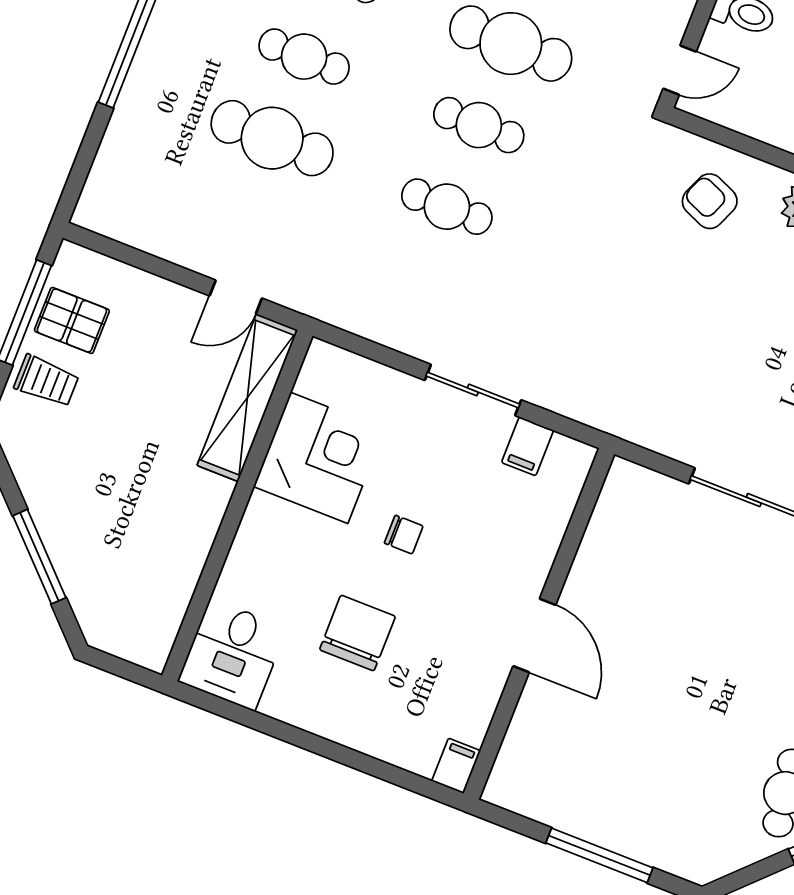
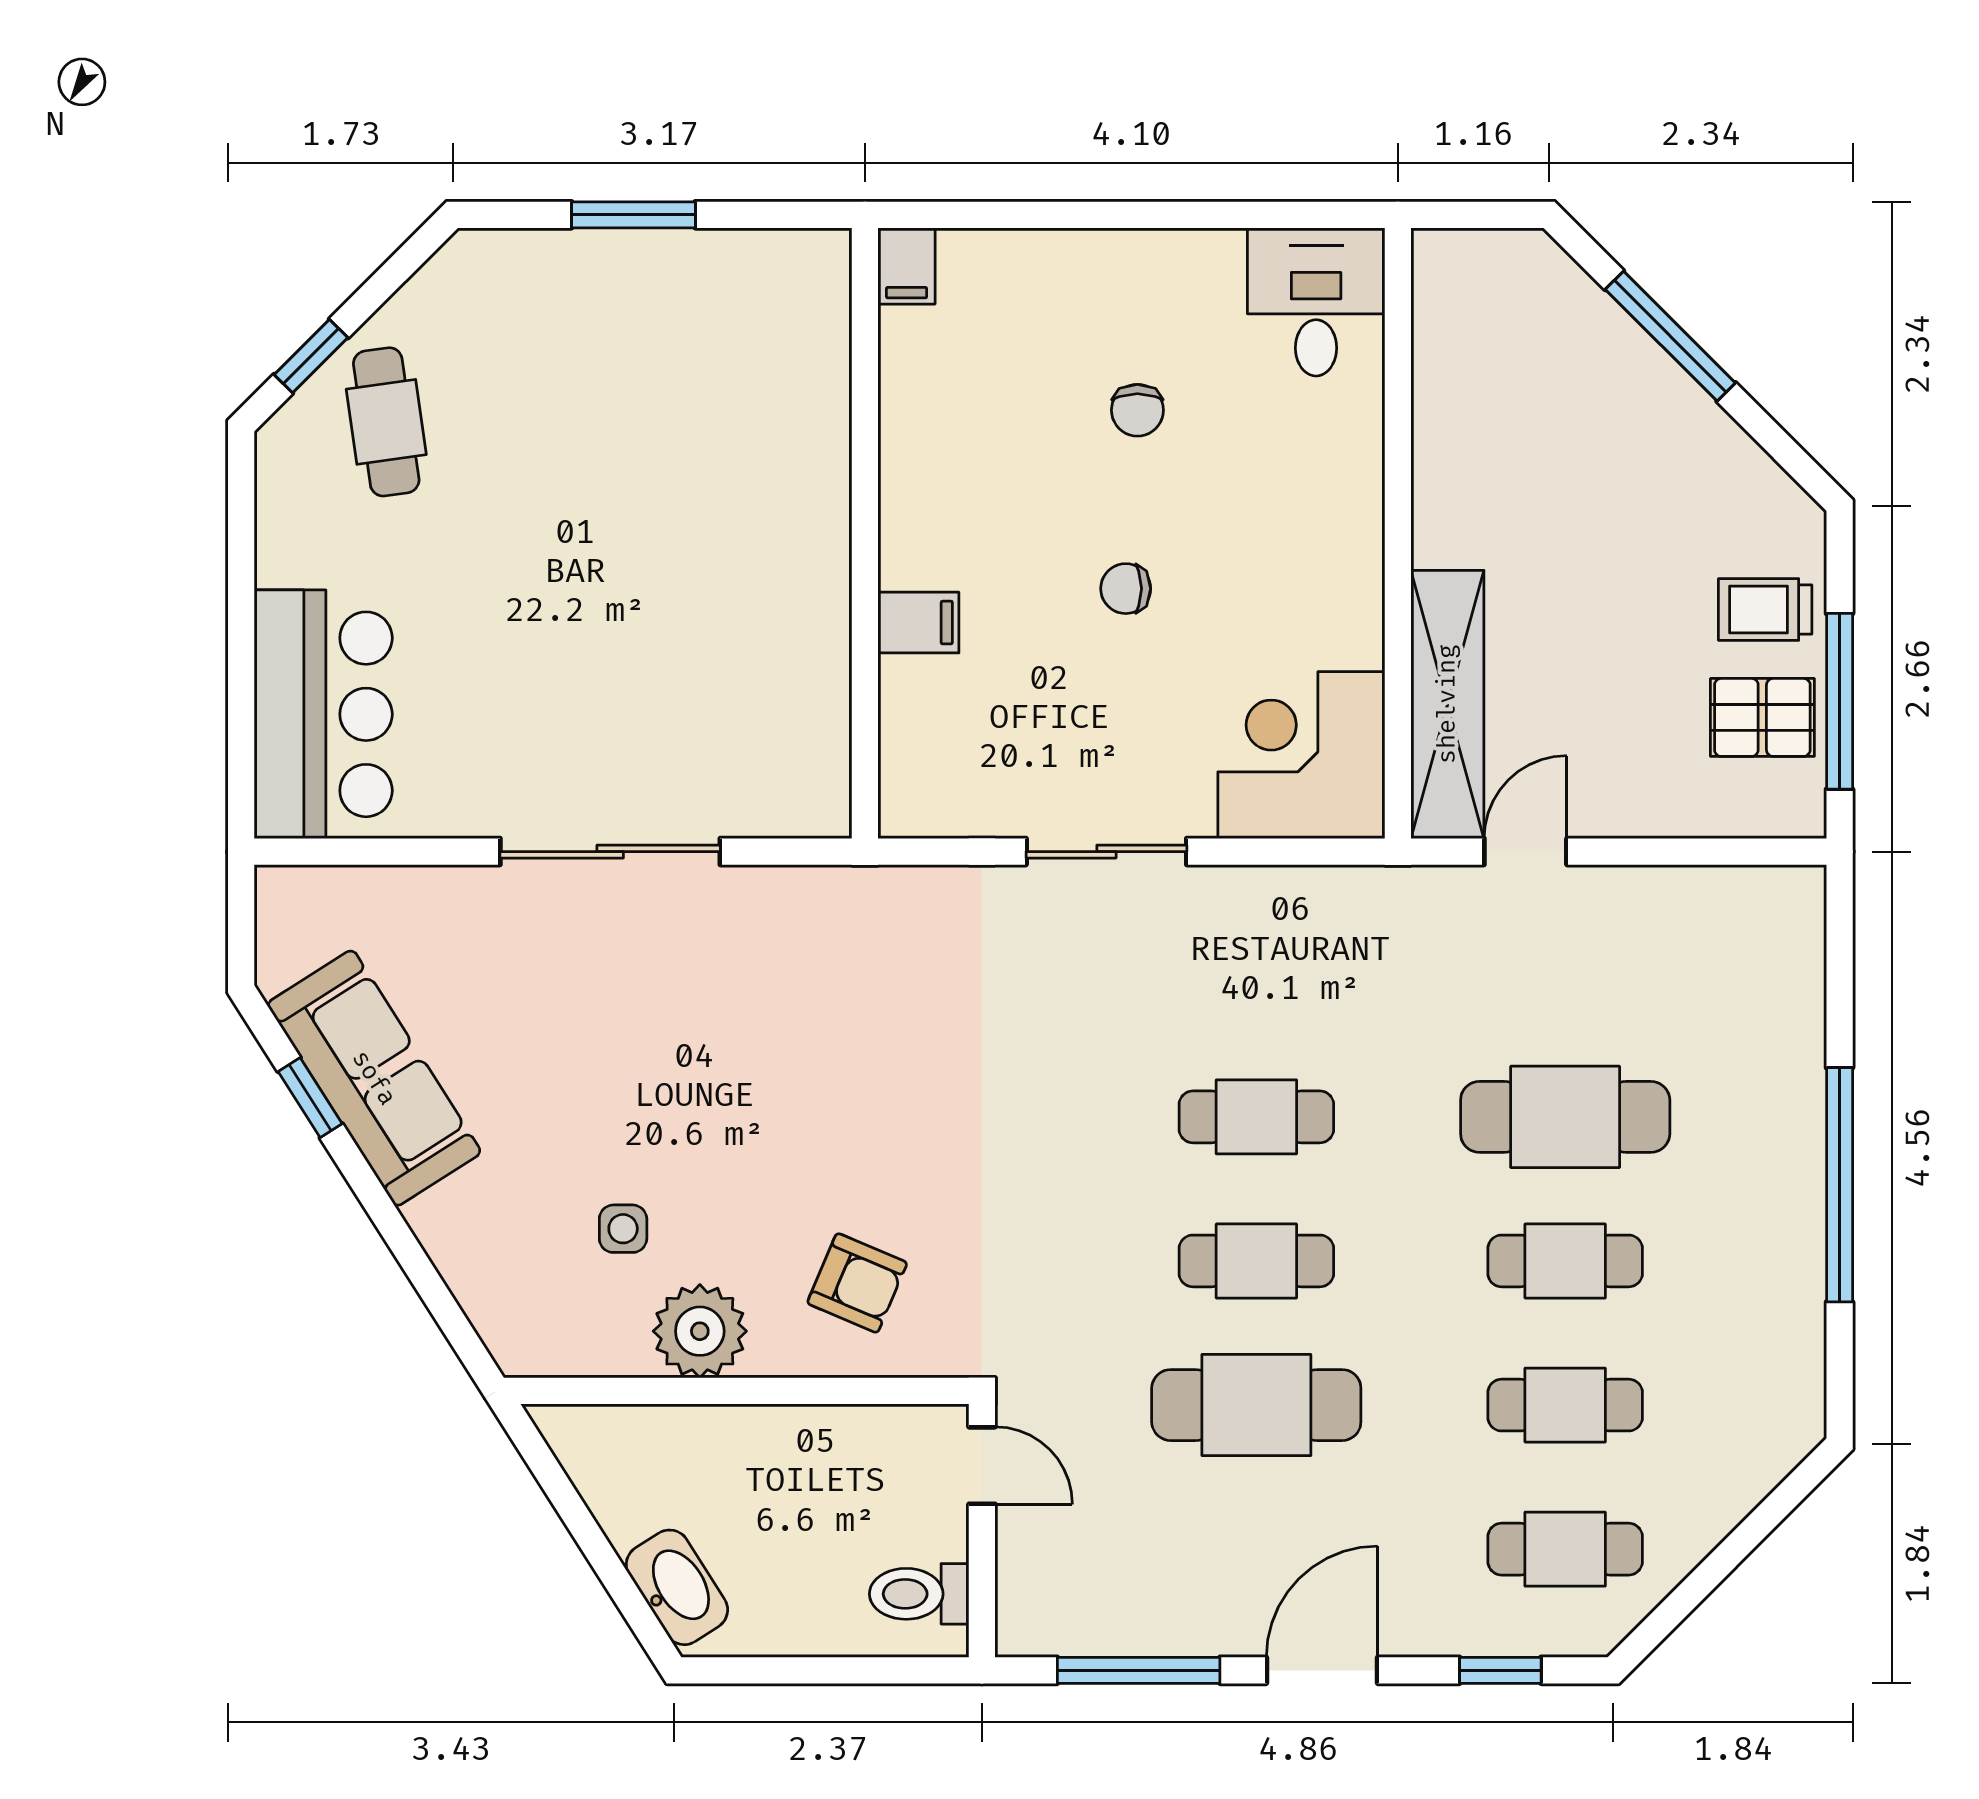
door: (680, 70) -> (982, 1466), swing flipped
filing cabinet: (527, 446) -> (918, 623), moved, turned 90
corner desk: (319, 458) -> (1301, 755), moved, turned 90
chair: (357, 633) -> (1137, 410), width x0.54, depth x0.54
door: (534, 635) -> (865, 513), removed
window: (599, 855) -> (633, 215), width x0.69

